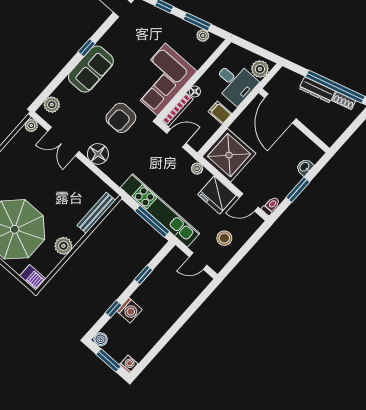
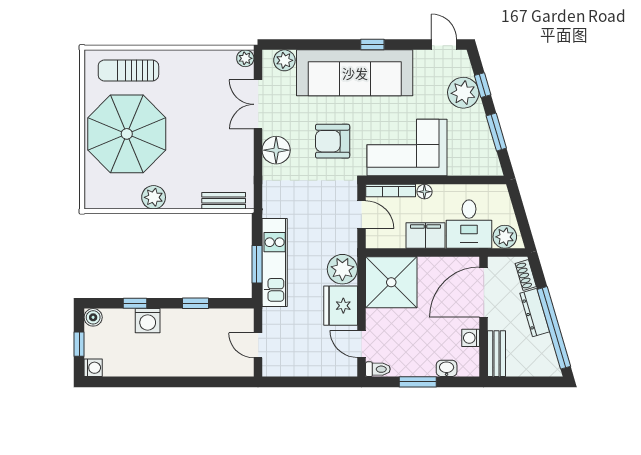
plant: (203, 35) -> (463, 93), moved, width x1.88, depth x1.88
sofa: (91, 69) -> (355, 73), width x1.85, depth x1.27
shoe rack: (344, 101) -> (526, 275), moved
filing cabinet: (220, 113) -> (426, 236), width x2.00
bench: (321, 132) -> (496, 354), added
washing machine: (300, 138) -> (471, 338), added
plant: (197, 169) -> (342, 269), width x1.88, depth x1.88
kitchen unit: (160, 211) -> (275, 262), width x0.73
bench: (96, 213) -> (224, 201), width x0.73
window: (152, 221) -> (257, 264), width x0.69
stool: (224, 238) -> (304, 351), removed
barbecue: (33, 277) -> (95, 195), removed
window: (109, 360) -> (79, 344), width x0.67

